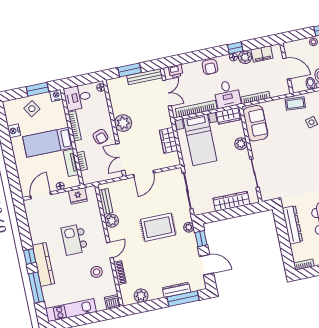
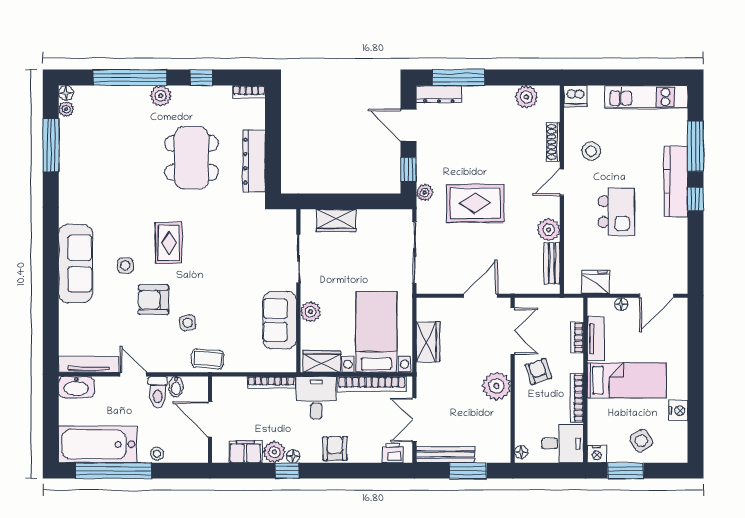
sofa: (255, 123) -> (280, 320), moved
wardrobe: (231, 201) -> (336, 221), width x0.67
dresser: (176, 290) -> (439, 94), moved

